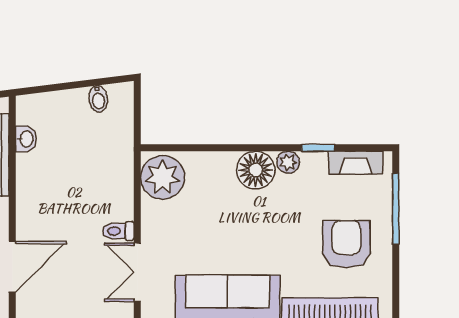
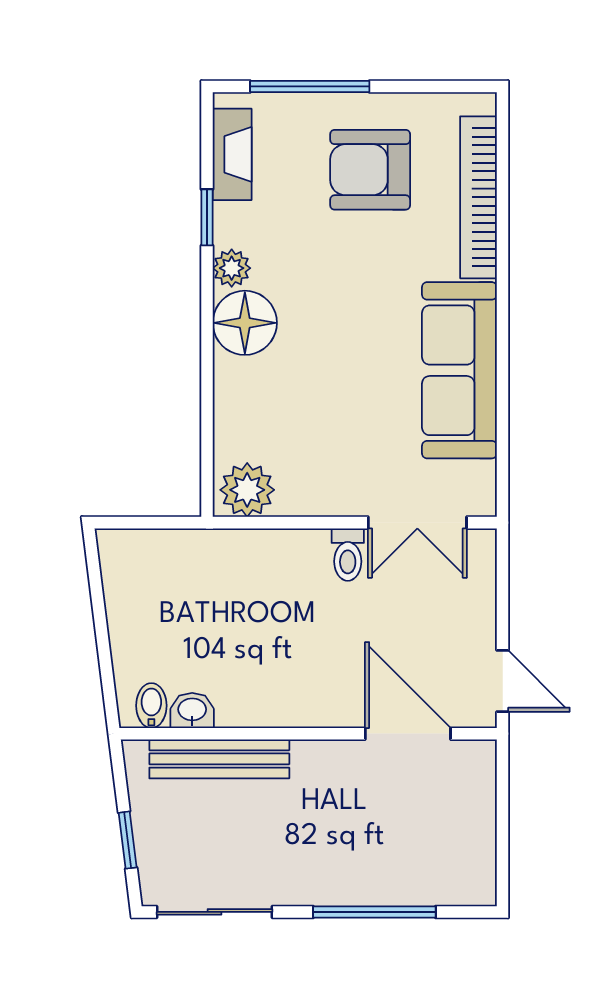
bidet: (98, 99) -> (151, 706), moved, turned -83
plant: (163, 177) -> (247, 490), width x0.73, depth x0.73

